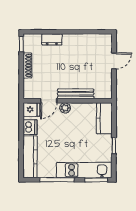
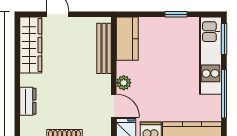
wardrobe: (92, 42) -> (31, 45), added
bench: (76, 94) -> (104, 48), moved
kitchen counter: (104, 118) -> (127, 39), moved, turned -90

